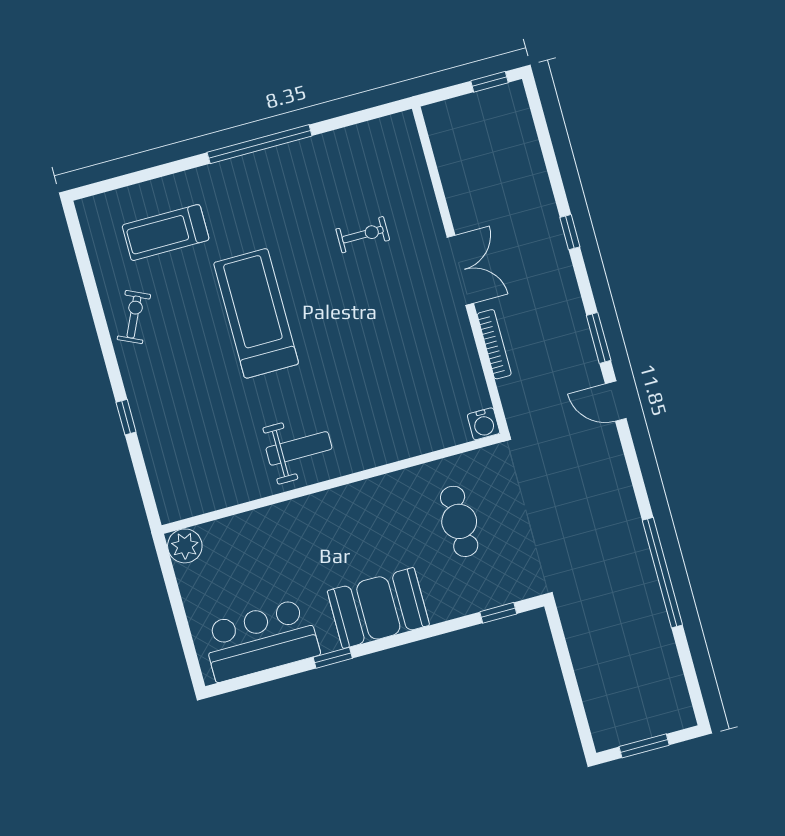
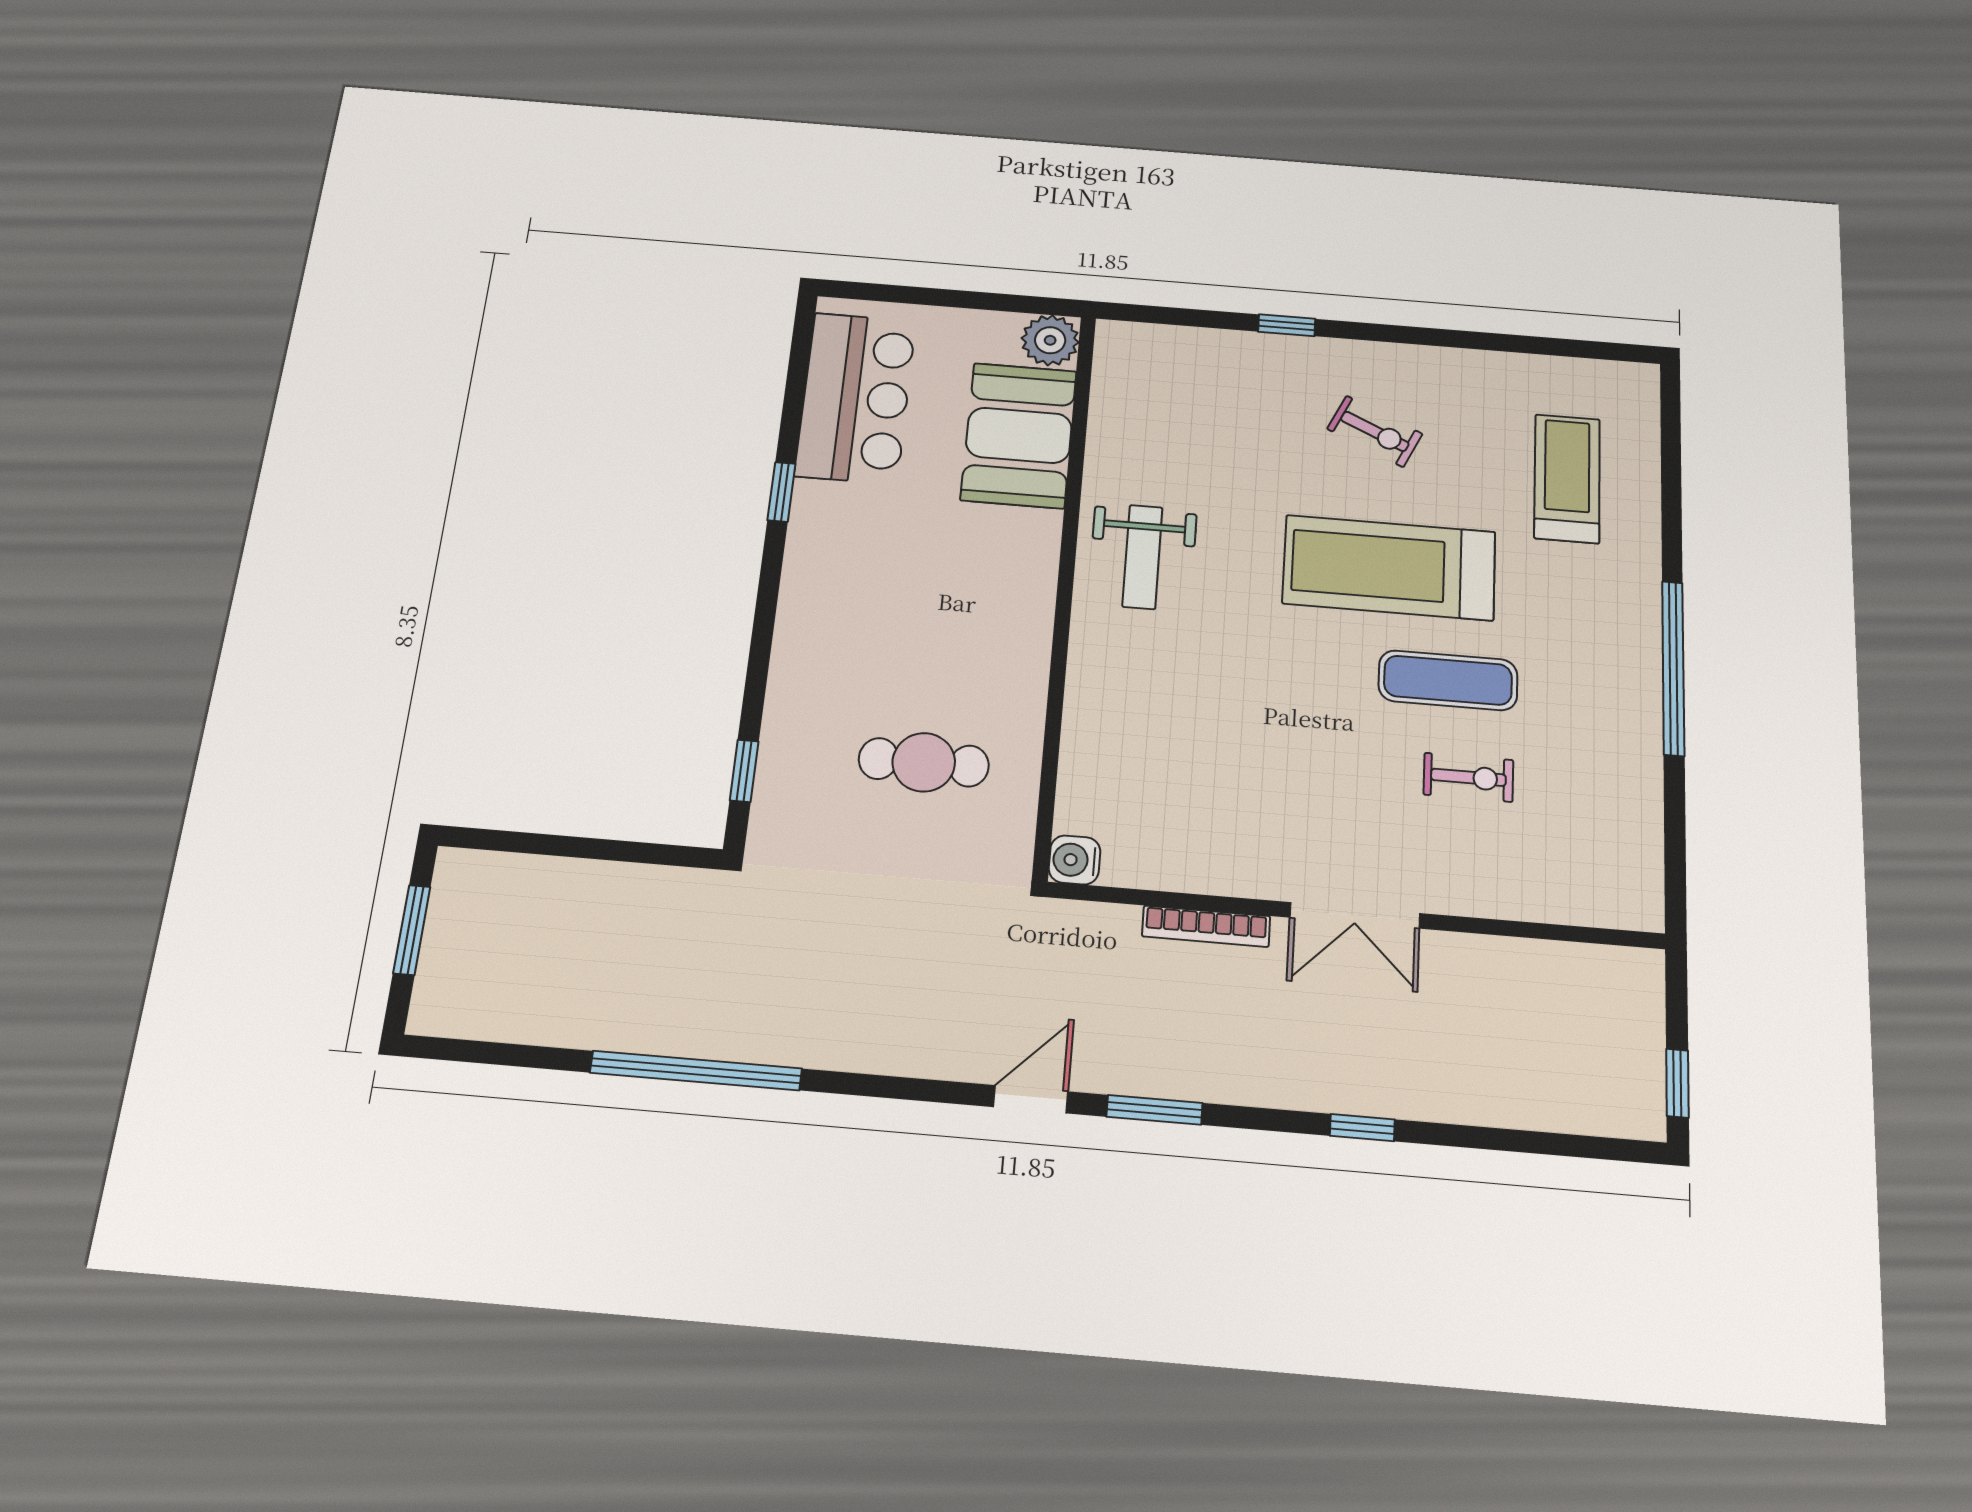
exercise bike: (363, 235) -> (1468, 777), turned -90
exercise mat: (311, 262) -> (1448, 680), added
treadmill: (256, 313) -> (1389, 568), turned 180
exercise bike: (134, 317) -> (1375, 431), moved
booth: (378, 608) -> (1019, 435), moved

